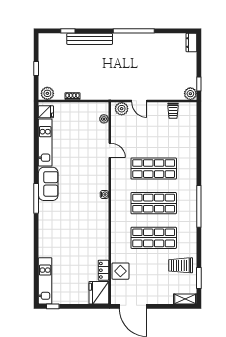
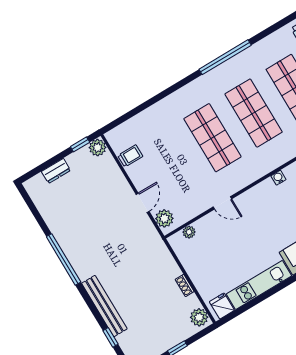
dresser: (191, 43) -> (56, 171), moved
door: (110, 150) -> (222, 203), swing flipped

